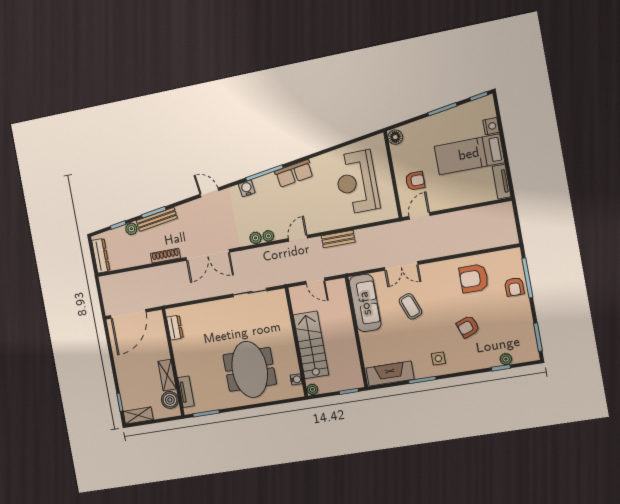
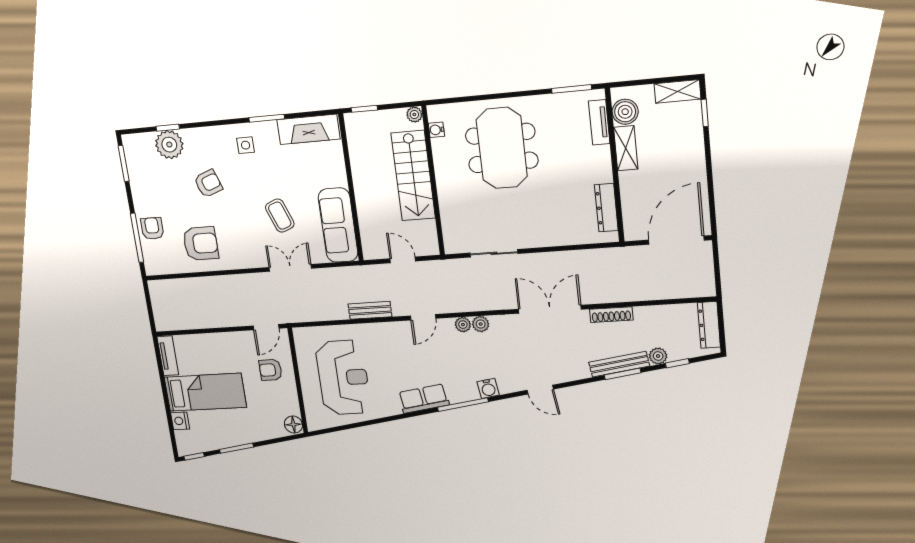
dresser: (175, 328) -> (606, 208), width x1.44
plant: (506, 359) -> (169, 145), width x1.88, depth x1.88

